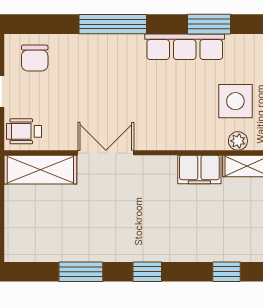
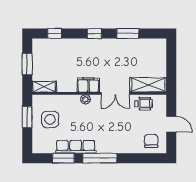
window: (113, 24) -> (100, 158), moved
wheelchair: (24, 131) -> (143, 104), moved
plant: (238, 141) -> (86, 99), moved
filing cabinet: (199, 170) -> (88, 85), moved

